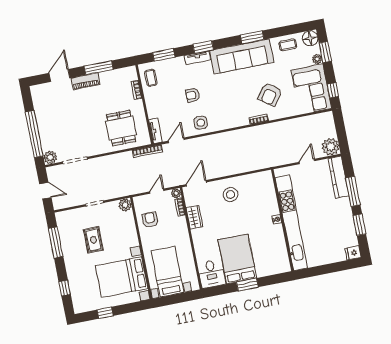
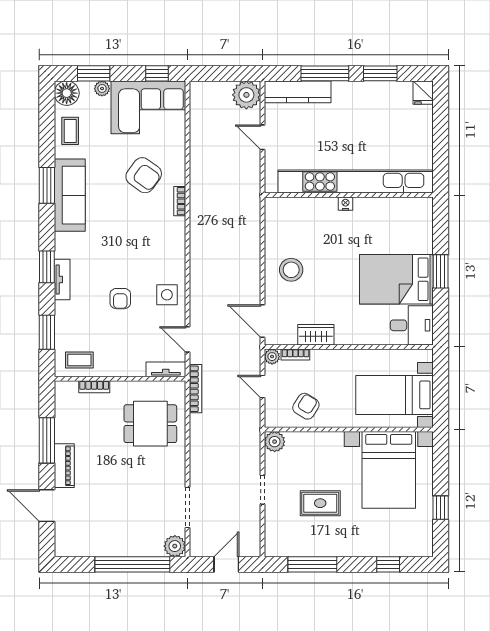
sofa: (242, 56) -> (70, 195), width x0.74, depth x0.79
armchair: (150, 220) -> (306, 406), turned 122

